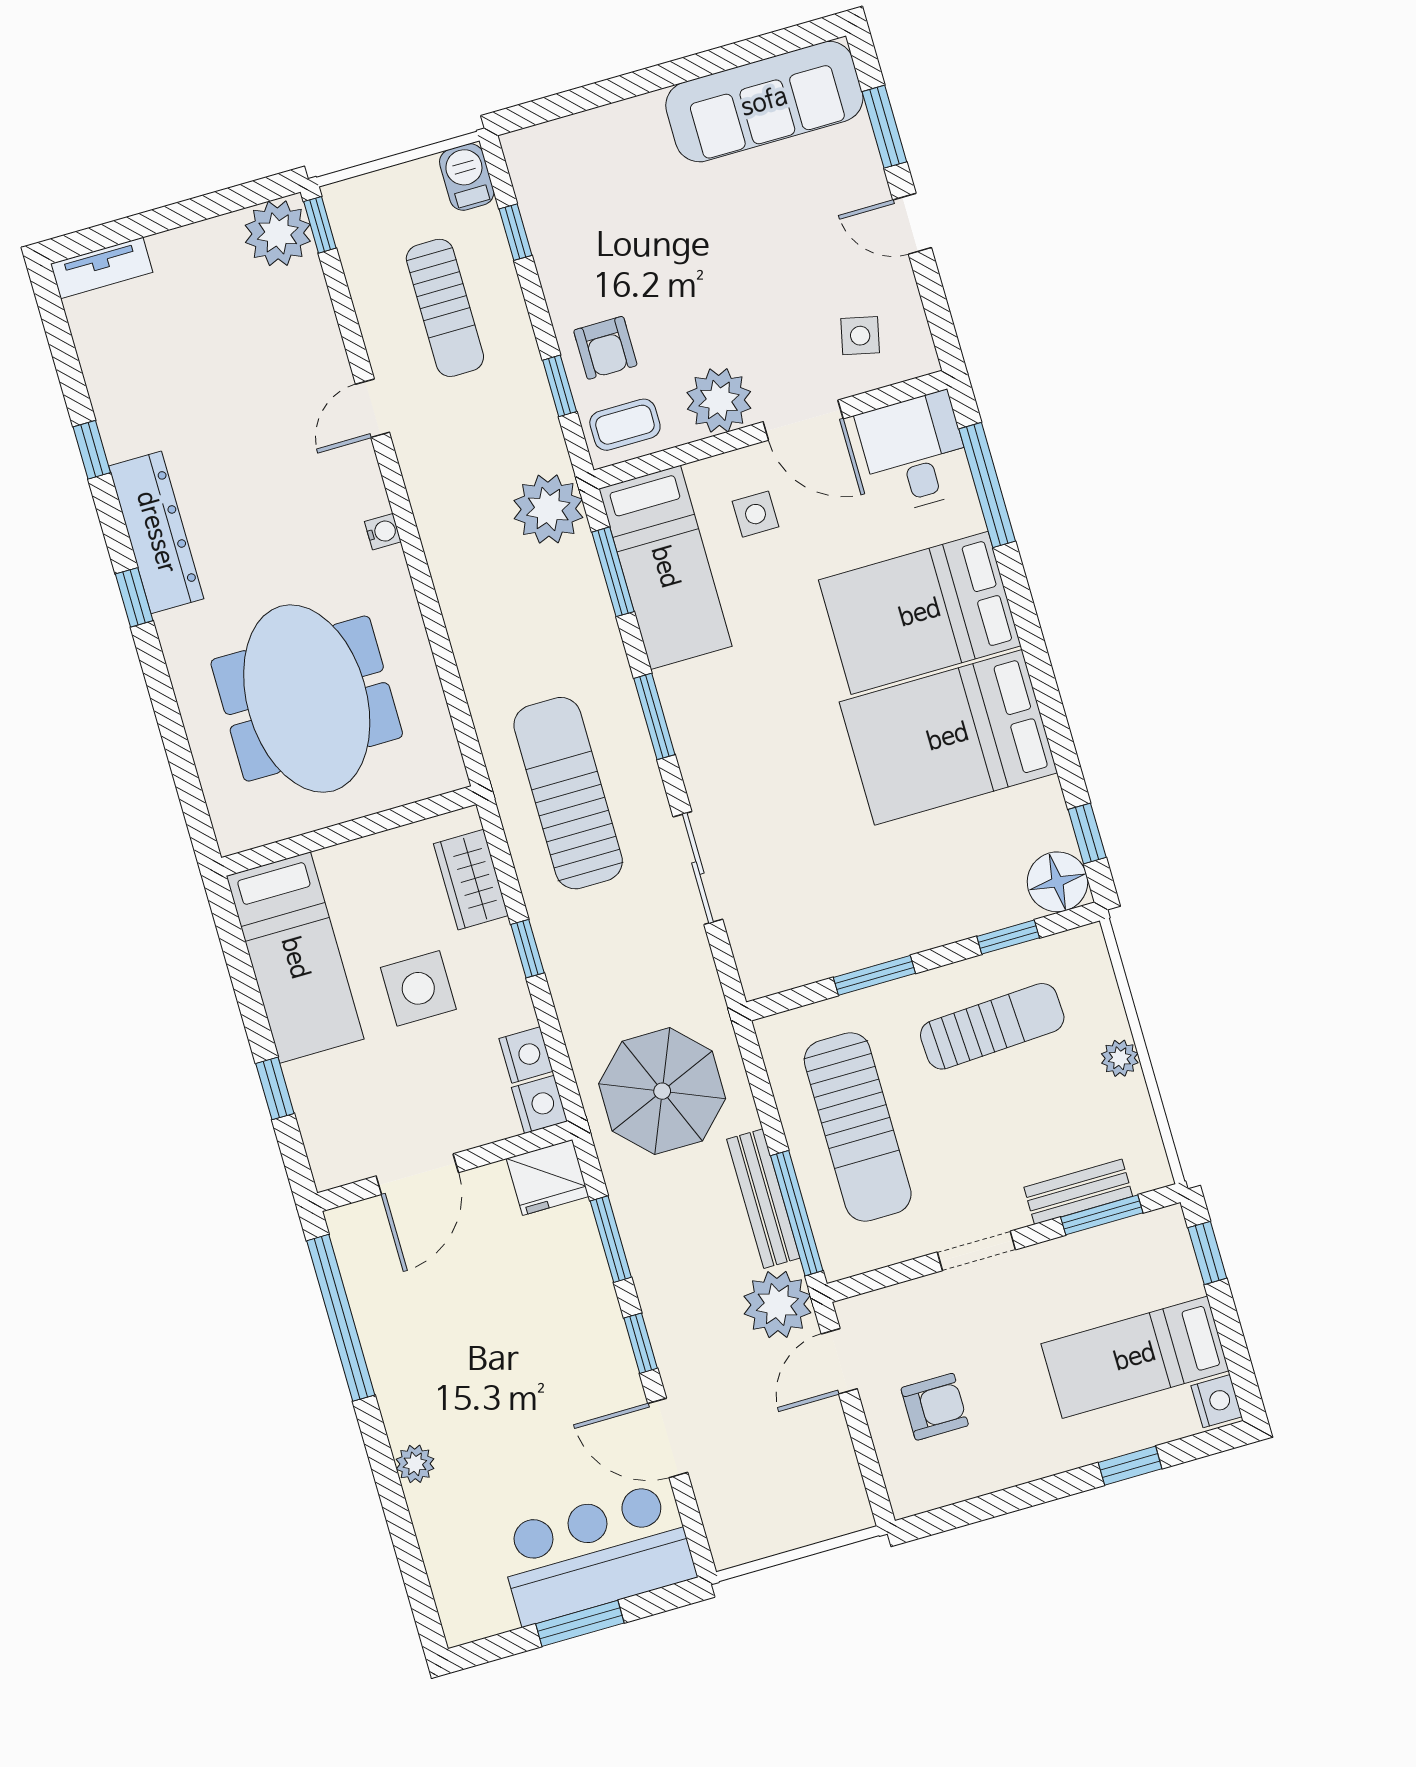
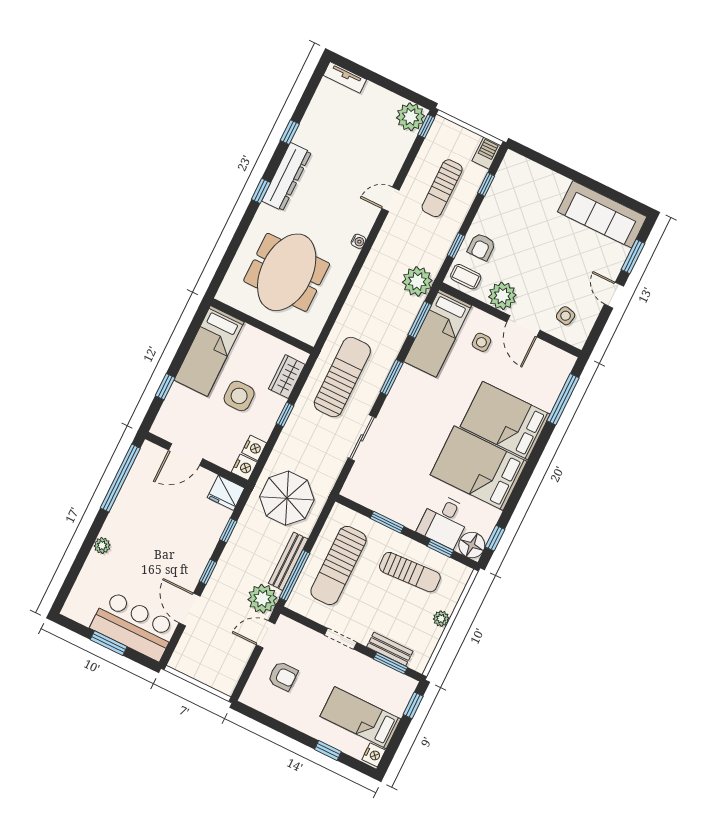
desk: (915, 453) -> (444, 521), moved, turned 180
window: (611, 1239) -> (228, 530), width x0.67

